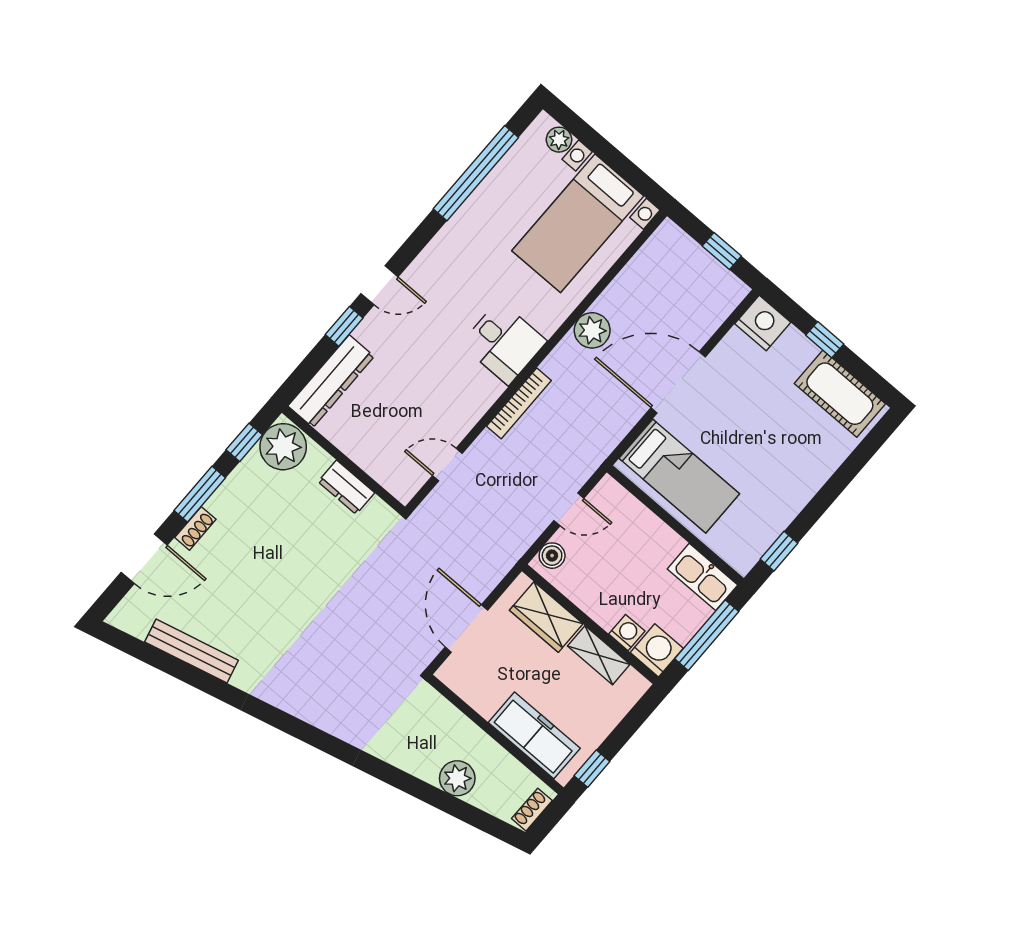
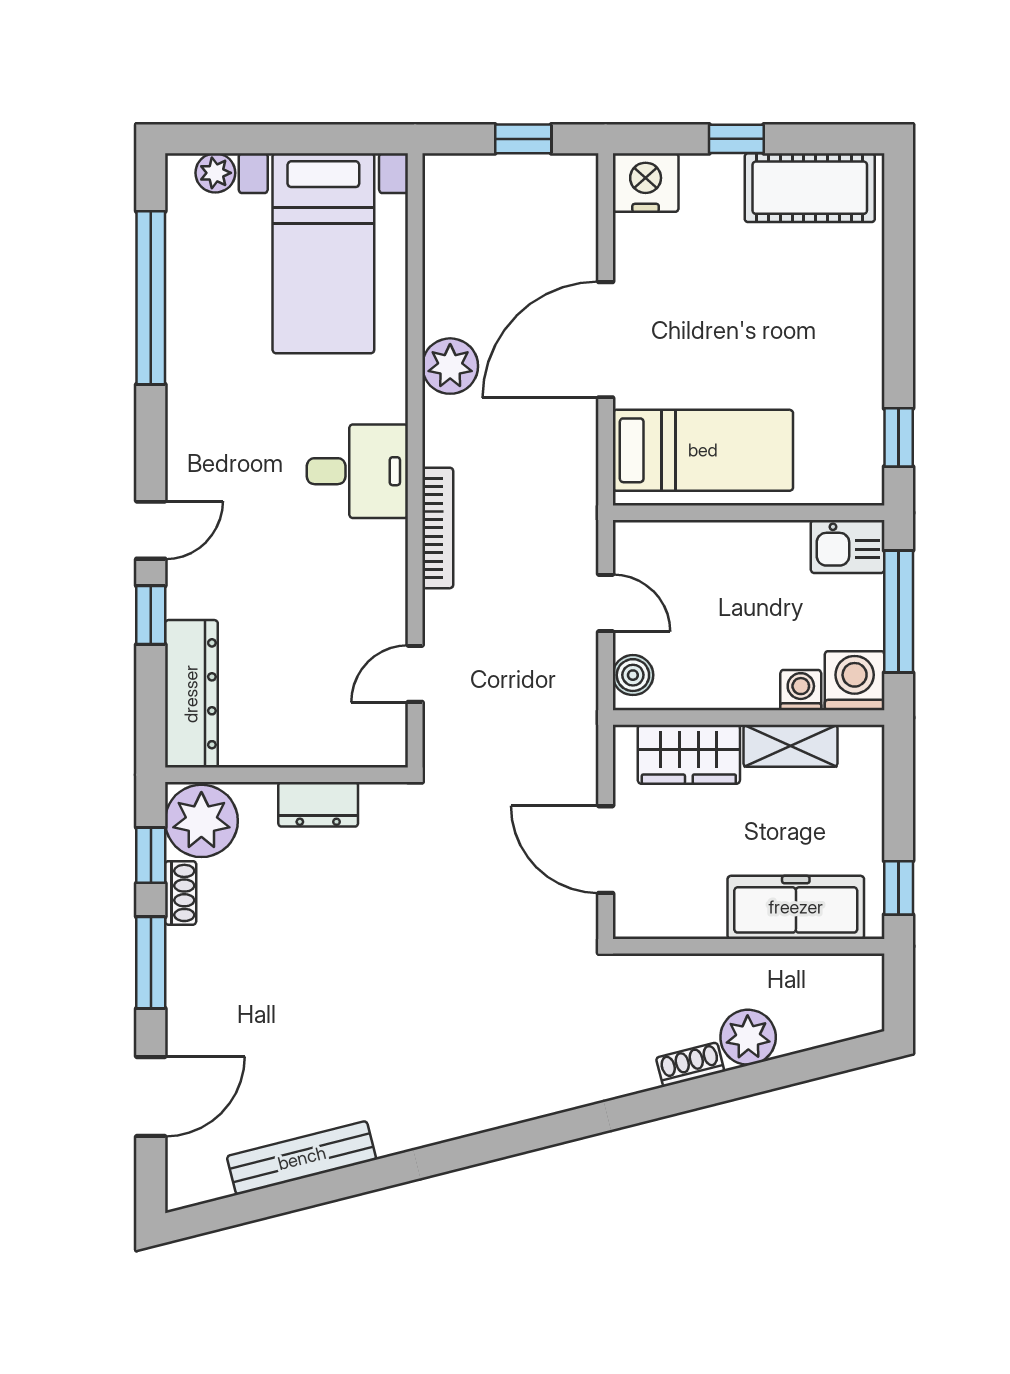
door: (569, 509) -> (606, 603), hinge flipped
shoe rack: (195, 528) -> (181, 893), moved
kitchen sink: (702, 577) -> (848, 546), width x0.73
shoe rack: (532, 810) -> (690, 1065), moved, turned 76

